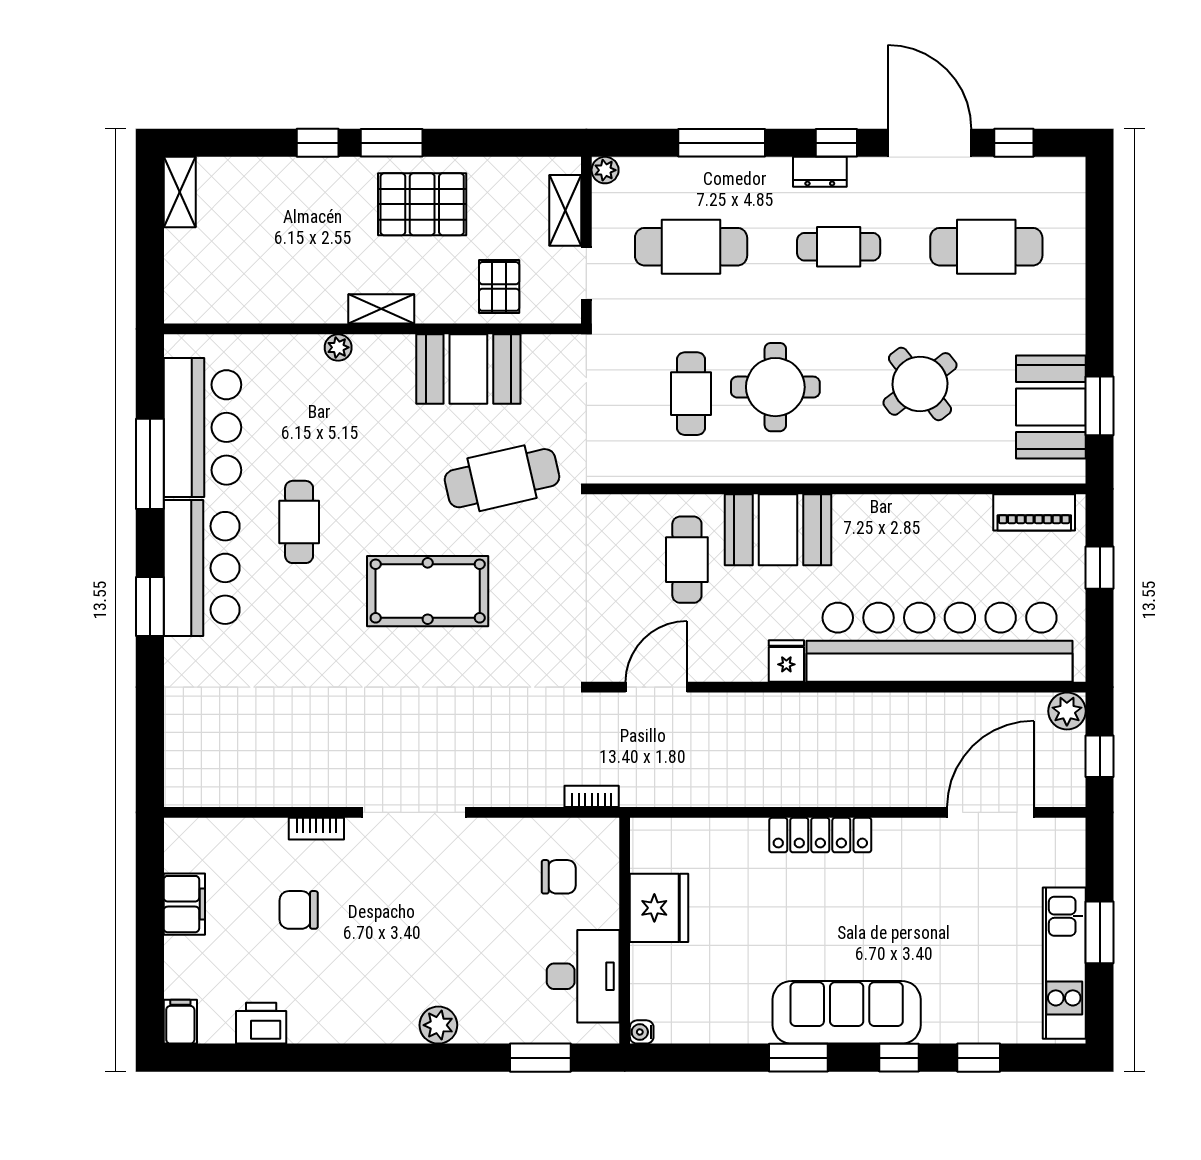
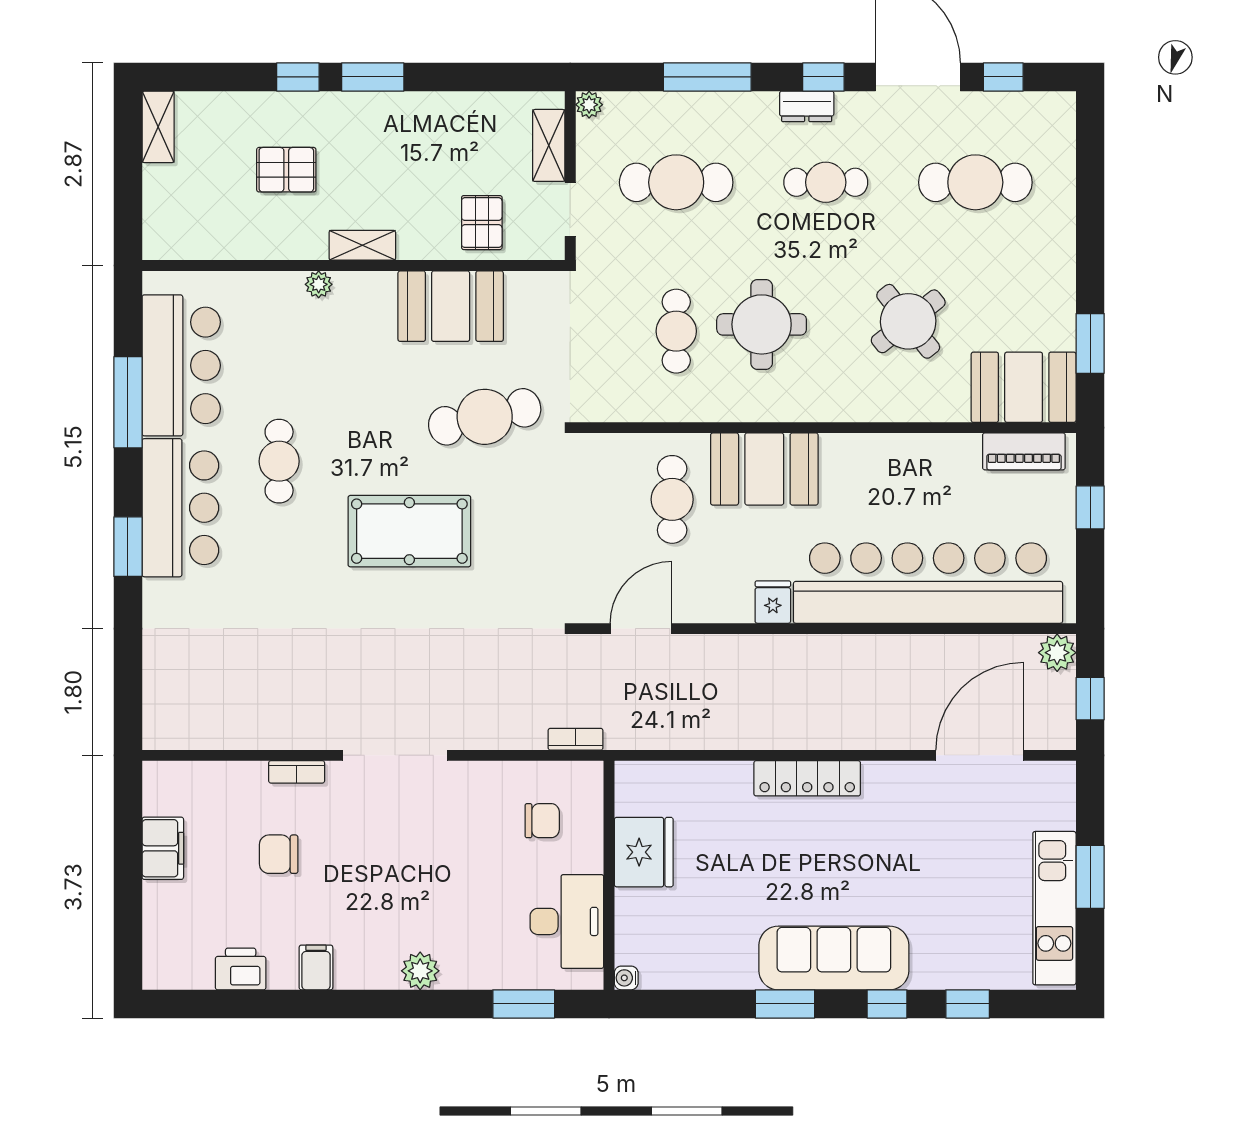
pallet: (422, 204) -> (286, 170), moved, width x0.67, depth x0.71
booth: (1051, 407) -> (1024, 387), moved, turned 90
filing cabinet: (180, 1022) -> (316, 967), moved

